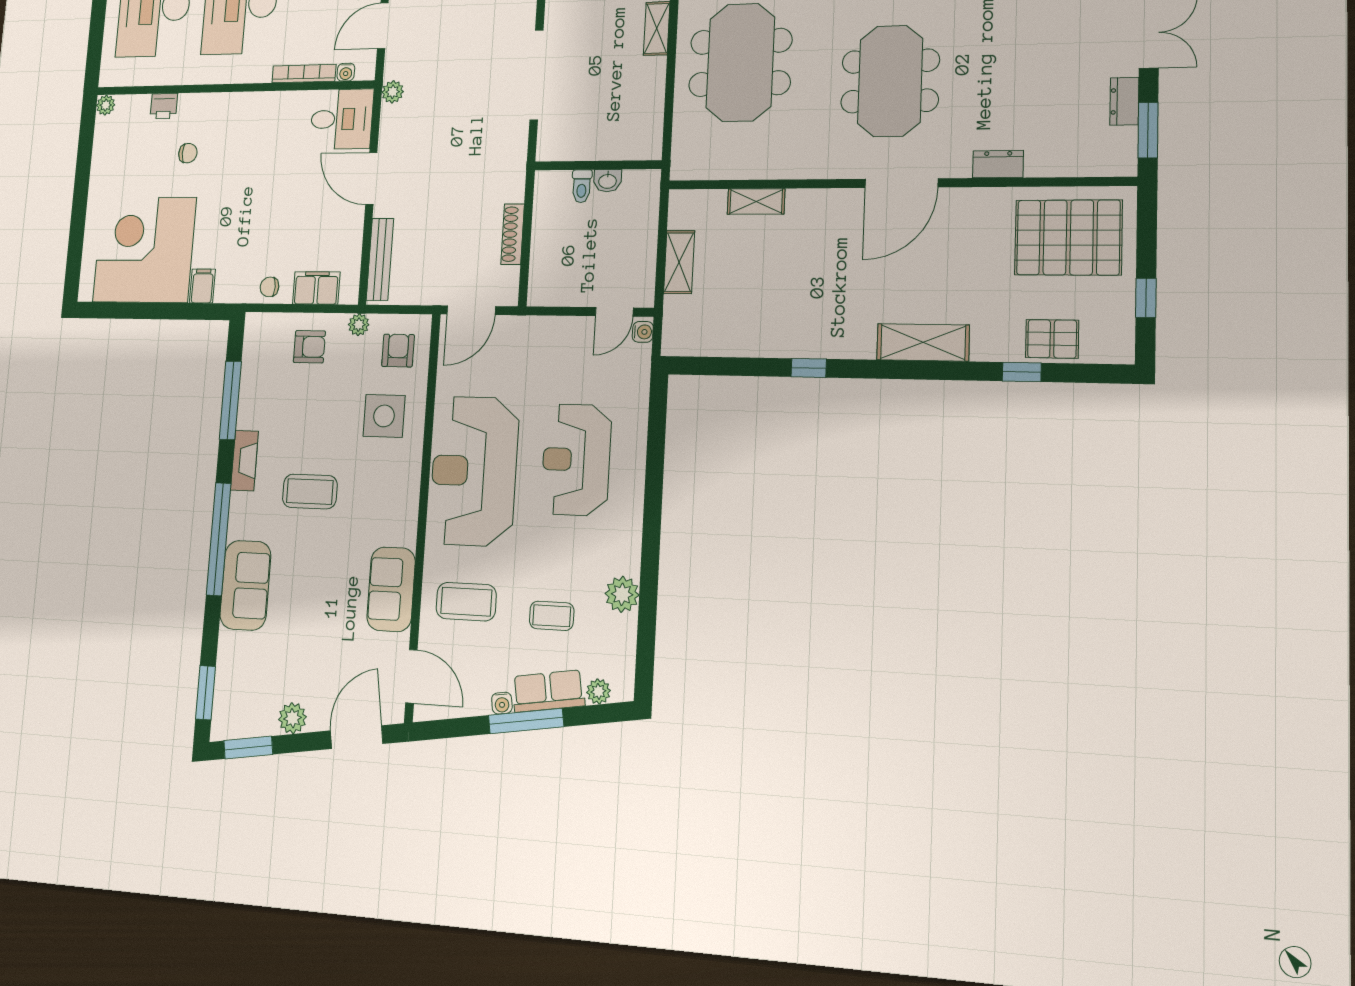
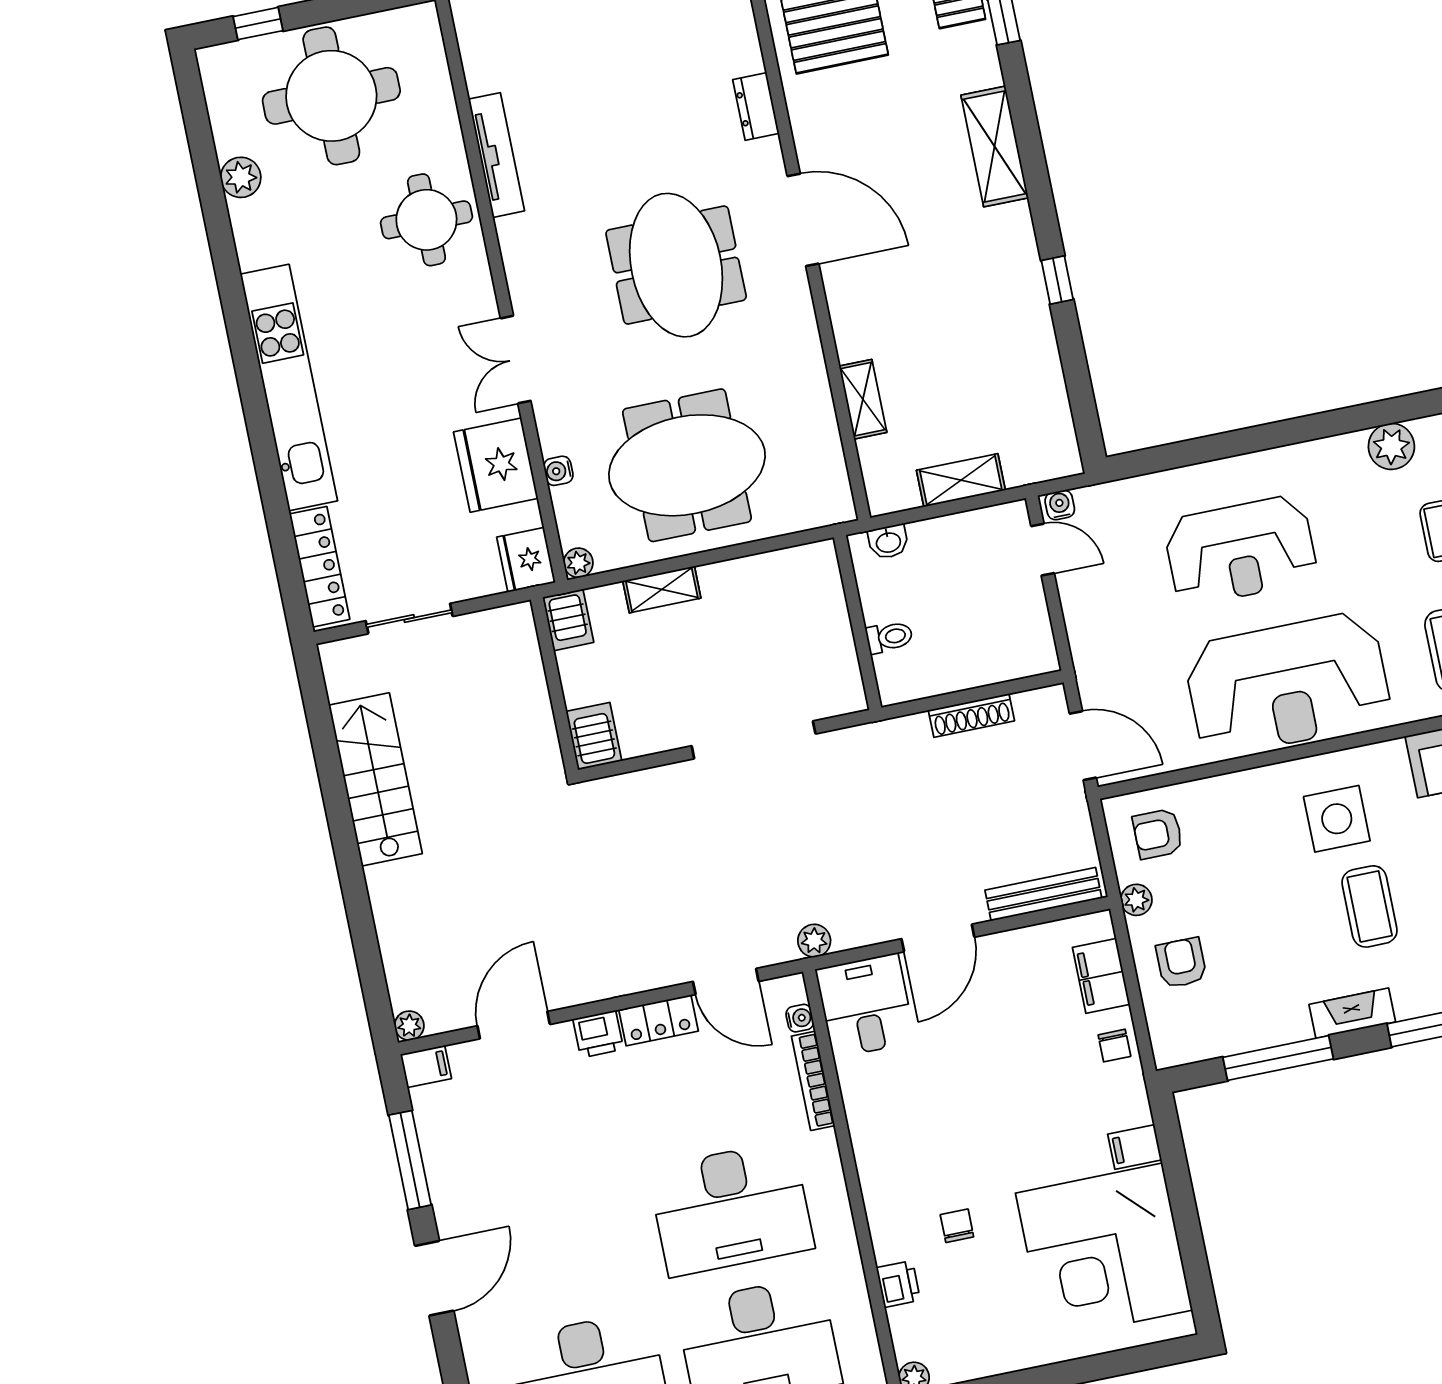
meeting table: (890, 81) -> (676, 265), turned 90
washbasin: (607, 181) -> (888, 542), moved, turned 90
side table: (384, 416) -> (1337, 819), moved

